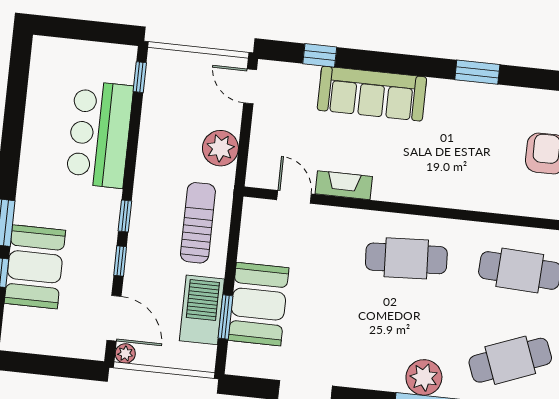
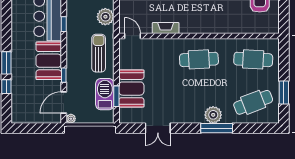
door: (294, 197) -> (132, 36), moved
window: (125, 216) -> (64, 24), moved
booth: (35, 267) -> (49, 61), moved
door: (114, 318) -> (64, 102), swing flipped

